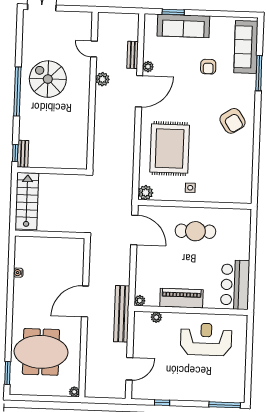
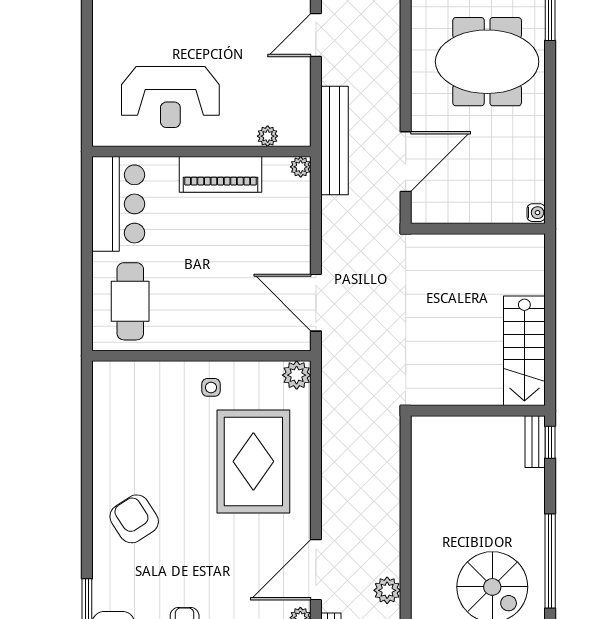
cafe table: (195, 231) -> (130, 301), moved, turned 90
wall: (50, 234) -> (478, 229), moved

